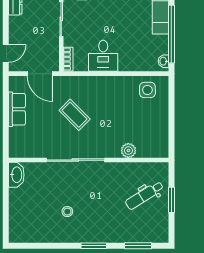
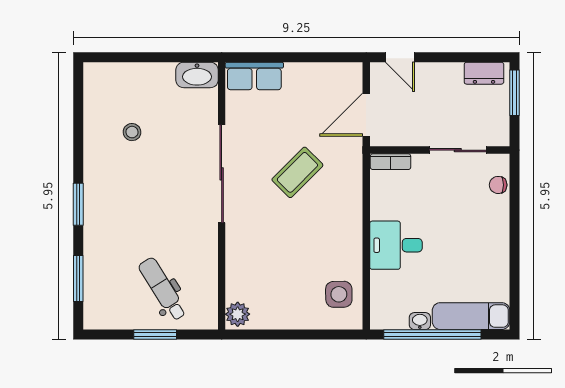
desk: (103, 56) -> (396, 245), moved
washbasin: (163, 61) -> (420, 321), moved
row of seats: (17, 109) -> (254, 76), moved
plant: (128, 151) -> (238, 314), moved
stool: (67, 212) -> (132, 132), moved

